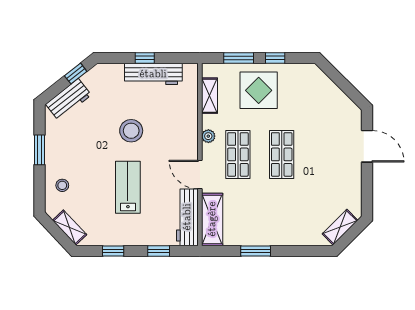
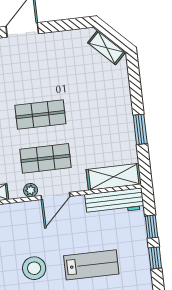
door: (200, 175) -> (55, 196), moved
lab bench: (128, 187) -> (91, 265), turned 180
window: (113, 251) -> (155, 258), moved

